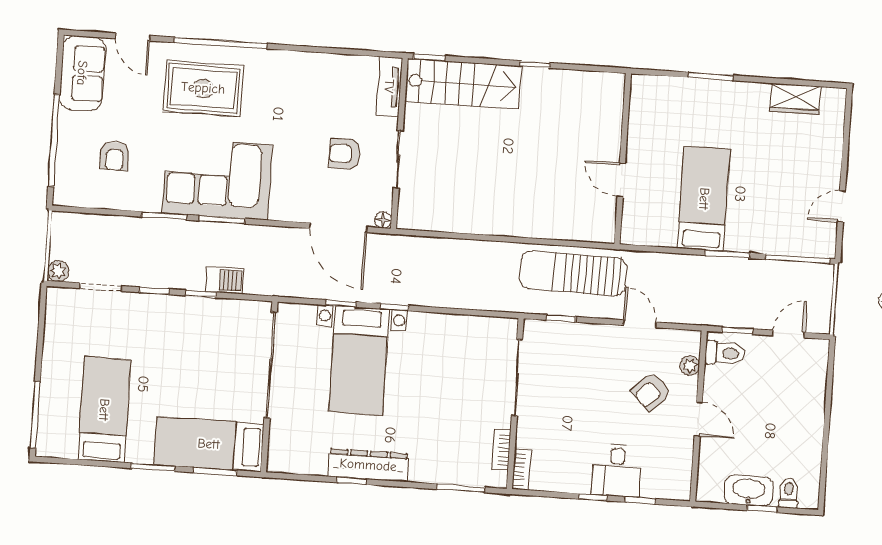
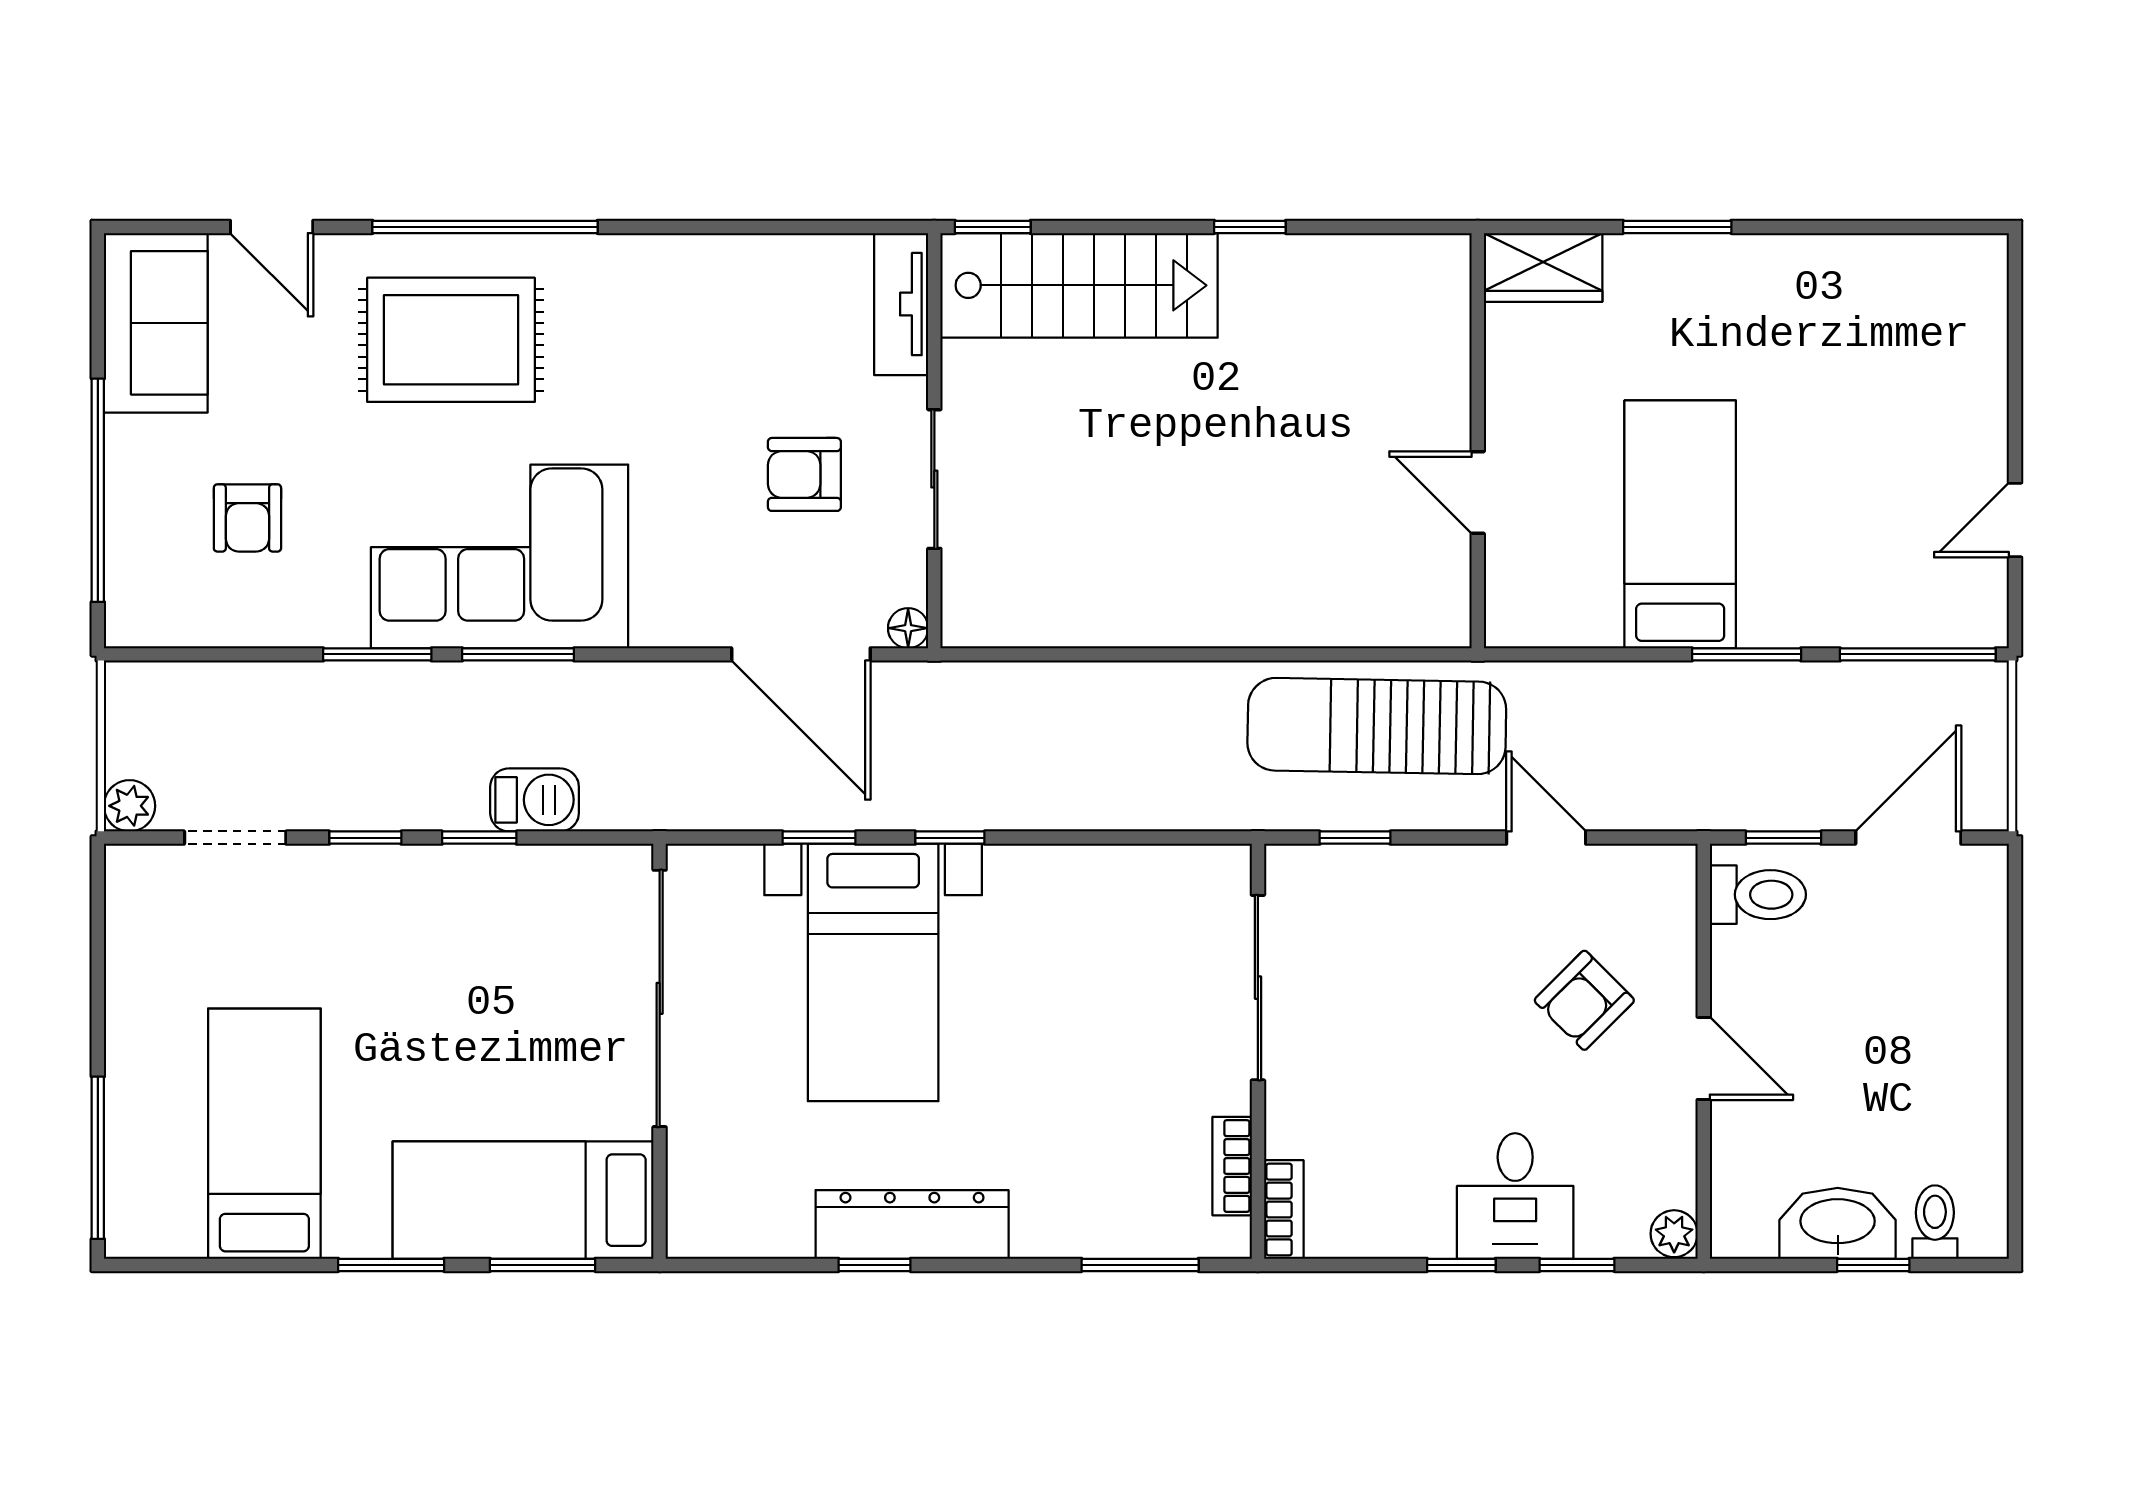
wardrobe: (795, 99) -> (1543, 267), moved
door: (789, 334) -> (1908, 838), width x1.38
plant: (690, 366) -> (1674, 1234), moved

